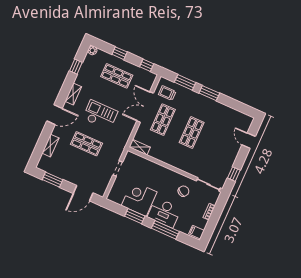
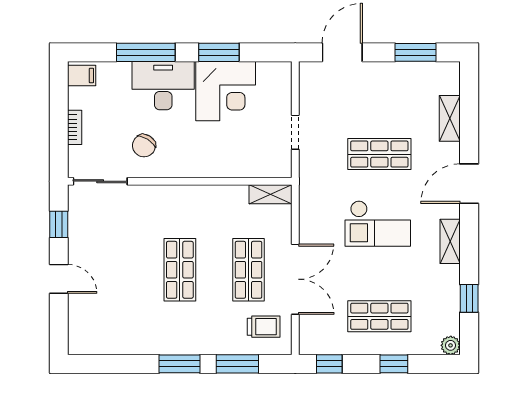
door: (249, 141) -> (59, 279), moved

